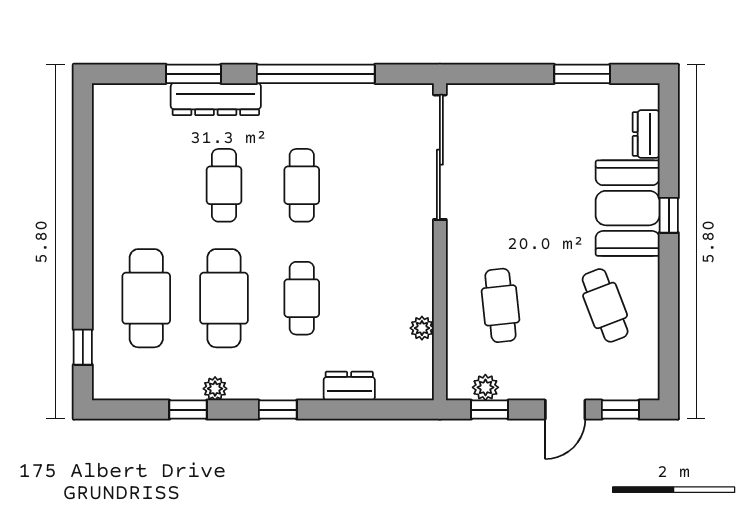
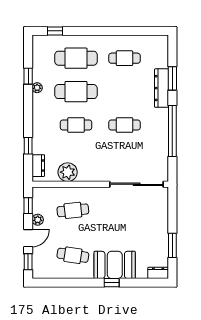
dresser: (646, 134) -> (158, 273), moved
cafe table: (224, 185) -> (124, 58), moved
cafe table: (605, 305) -> (73, 255), turned 30
plant: (422, 328) -> (68, 172), width x1.88, depth x1.88
dresser: (349, 386) -> (38, 166), moved
plant: (485, 387) -> (38, 220), moved
window: (278, 410) -> (28, 146), moved
door: (565, 410) -> (28, 238), swing flipped

